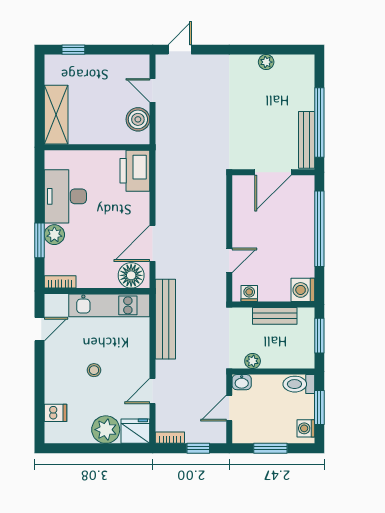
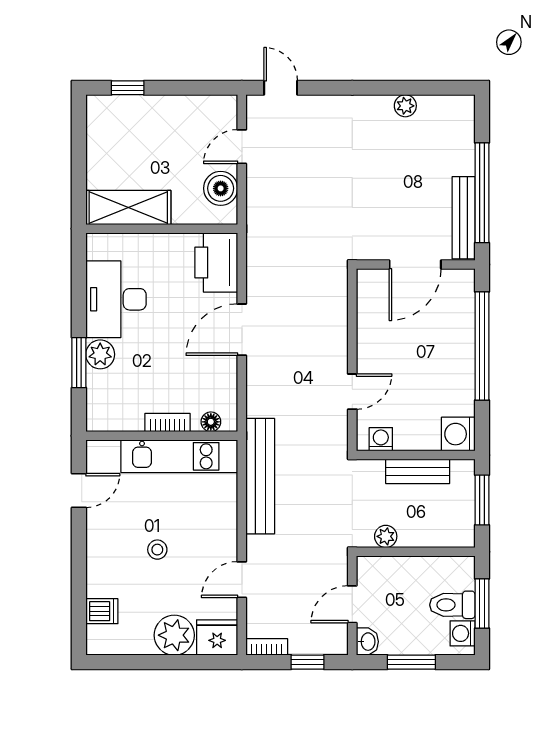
door: (180, 50) -> (281, 88), hinge flipped
door: (153, 90) -> (242, 147), hinge flipped
shelving: (56, 115) -> (128, 208), moved, turned 90
door: (153, 243) -> (242, 330), moved
floor lamp: (131, 275) -> (211, 422), width x0.53, depth x0.53
bookcase: (60, 282) -> (167, 423), moved
washbasin: (242, 382) -> (367, 642), moved, turned -90
toilet: (299, 384) -> (452, 605), moved

